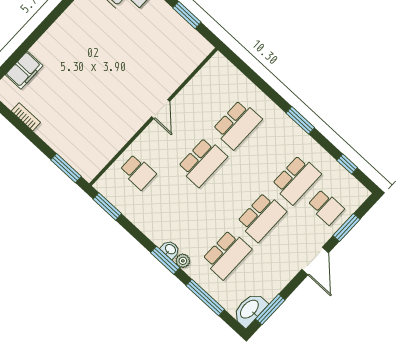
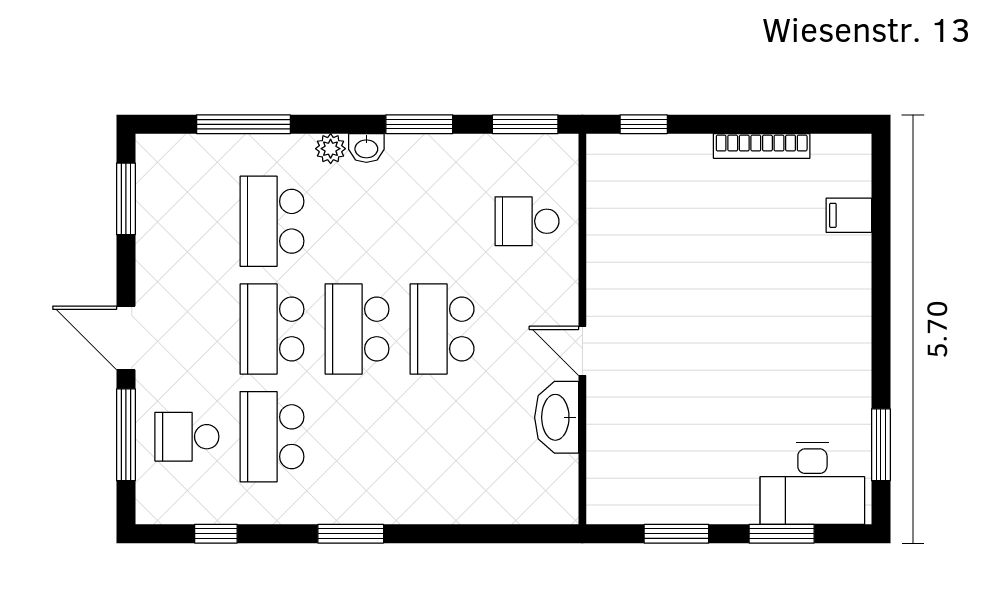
filing cabinet: (24, 70) -> (849, 215), width x0.50
bookcase: (26, 117) -> (762, 146), width x1.56
school desk: (237, 125) -> (357, 329), moved
window: (66, 168) -> (644, 124), width x0.67
window: (346, 227) -> (126, 435), width x1.44
window: (165, 260) -> (419, 124), moved
washbasin: (250, 310) -> (557, 417), moved, turned 180

